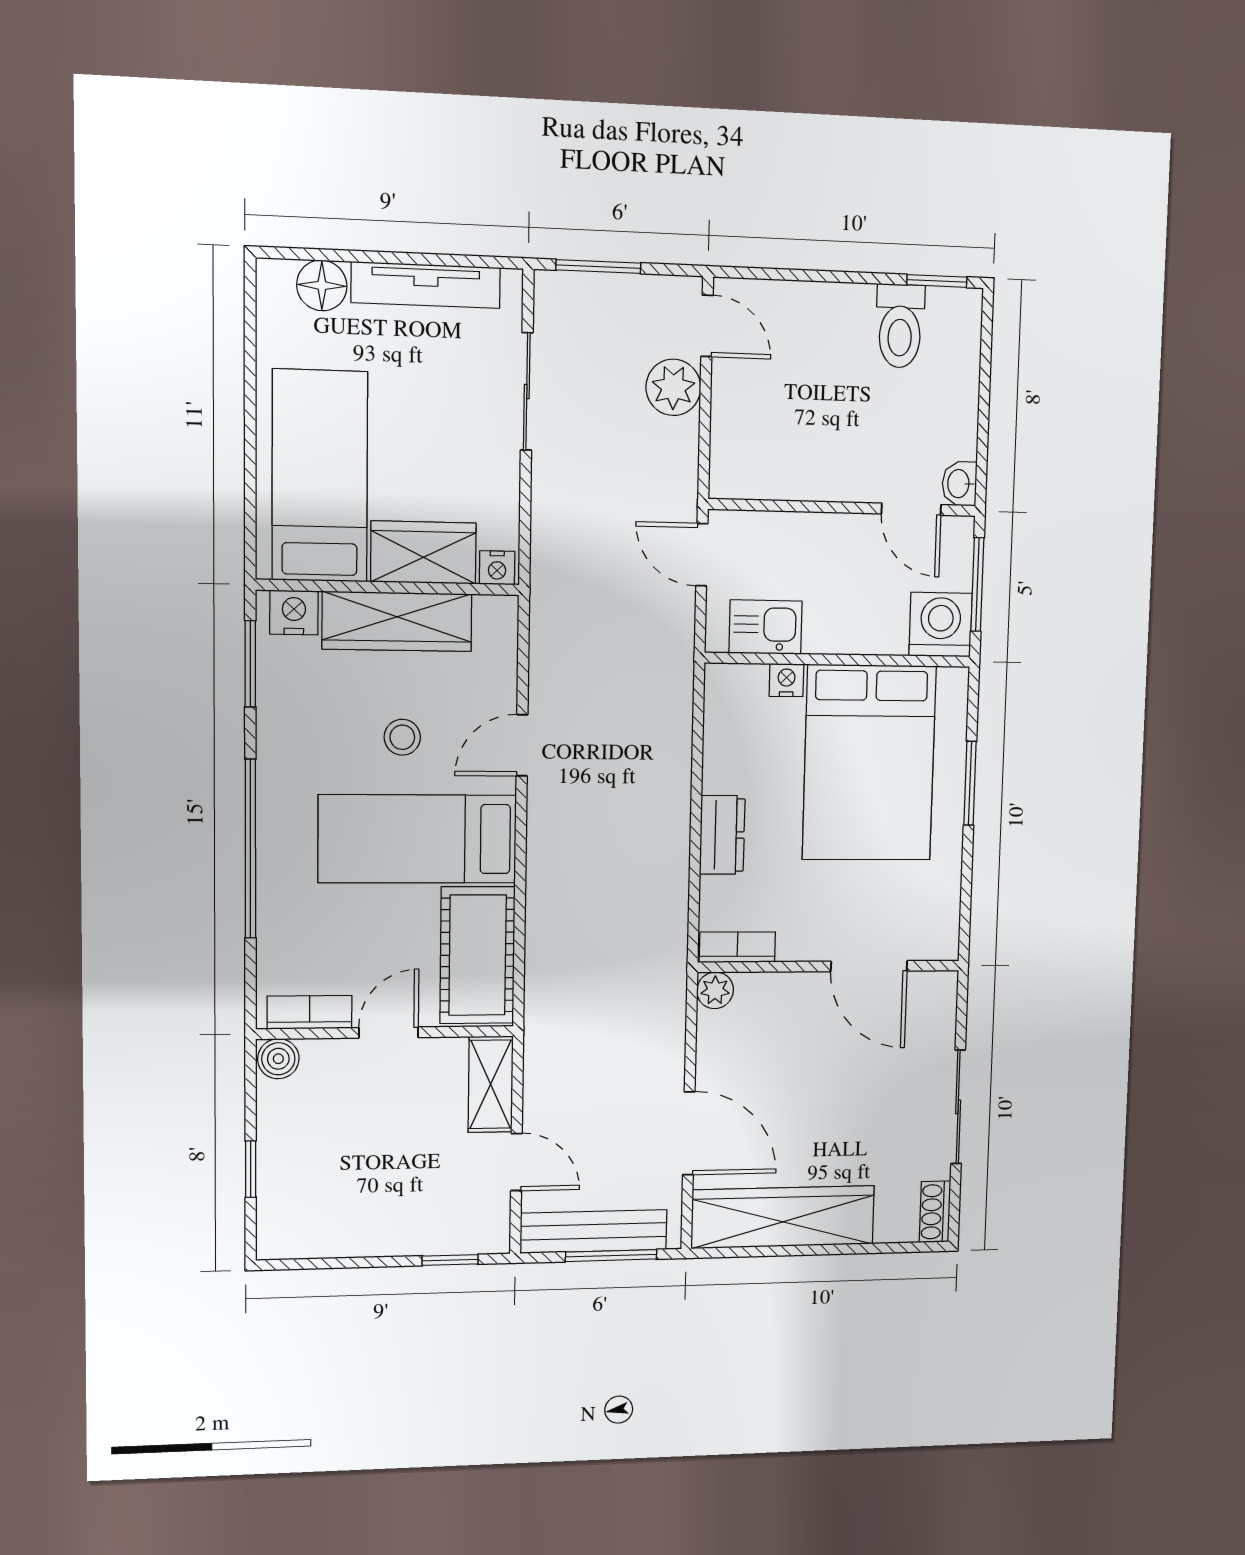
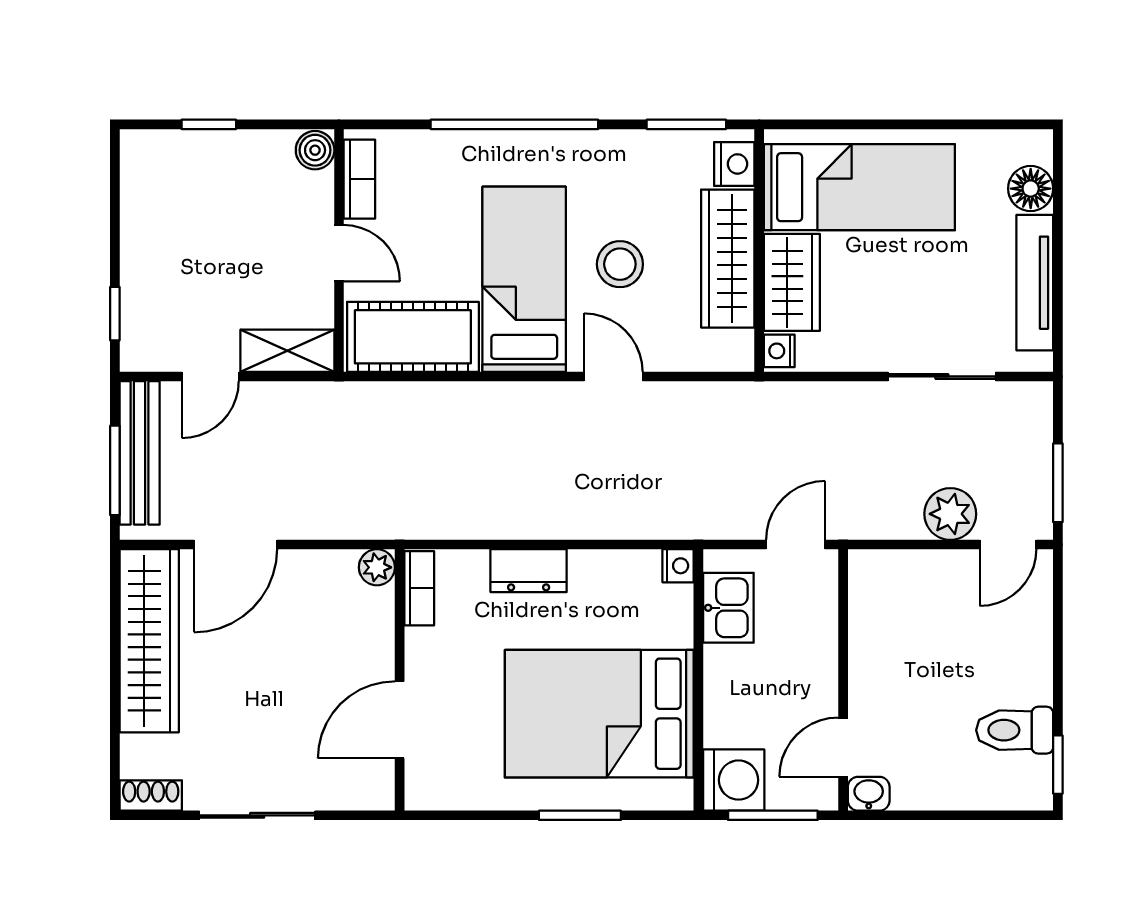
window: (598, 267) -> (1058, 483), moved
nightstand: (786, 680) -> (678, 566), moved
stool: (402, 737) -> (620, 264), width x1.37, depth x1.37

